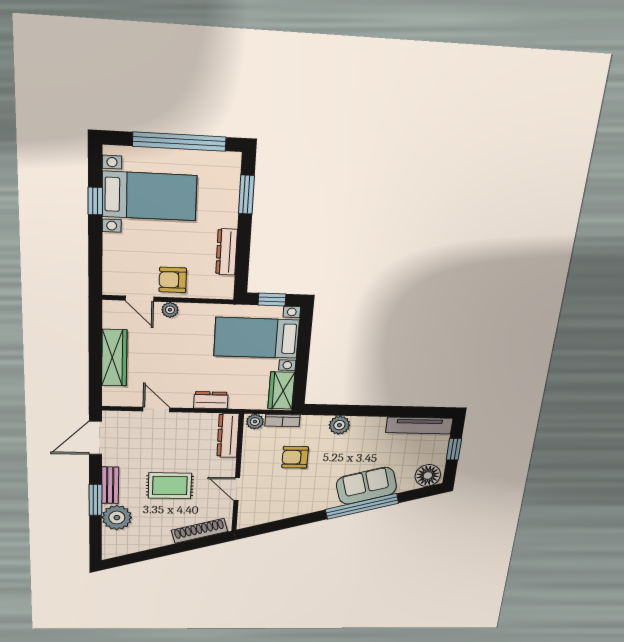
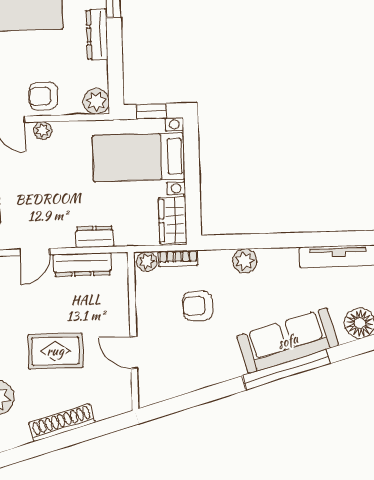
dresser: (227, 252) -> (97, 35), moved
plant: (222, 288) -> (96, 101), added
door: (156, 409) -> (35, 252), swing flipped
dresser: (228, 435) -> (82, 265), moved, turned -90
sofa: (366, 486) -> (288, 341), width x1.36
shoe rack: (199, 531) -> (62, 423), moved

